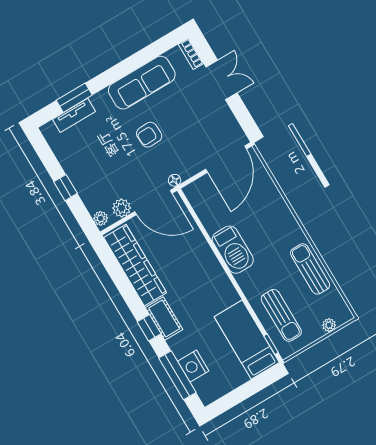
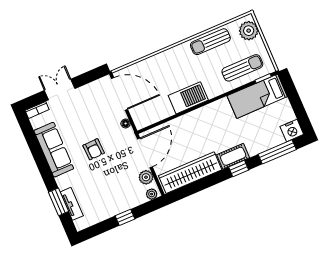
floor lamp: (175, 180) -> (126, 123), moved
plant: (329, 325) -> (249, 31), width x1.87, depth x1.87
nightstand: (193, 366) -> (292, 130), moved

